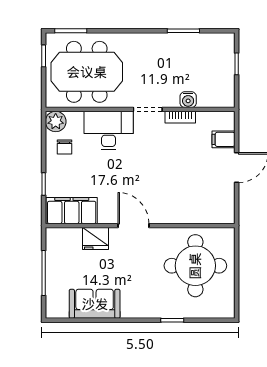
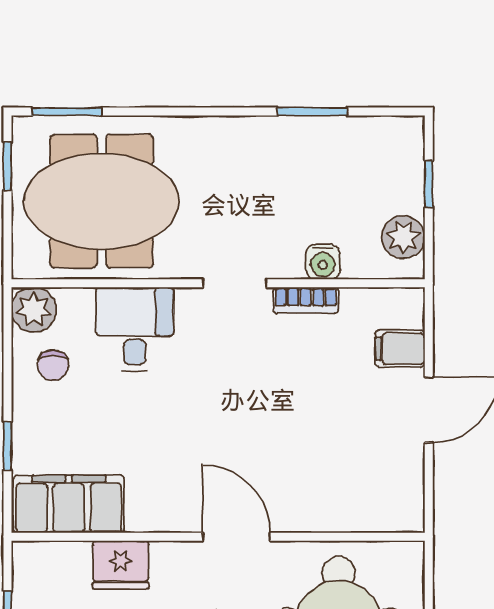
plant: (225, 88) -> (403, 237), added
desk: (109, 130) -> (135, 329), width x0.73
door: (134, 226) -> (236, 537), moved

